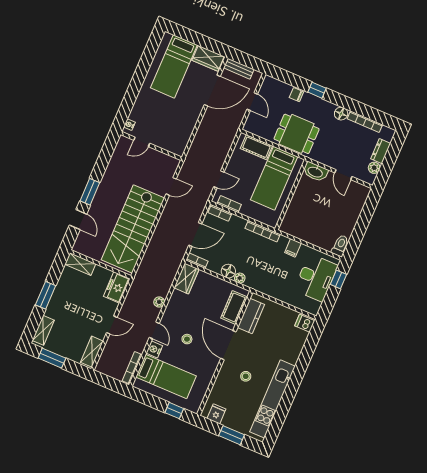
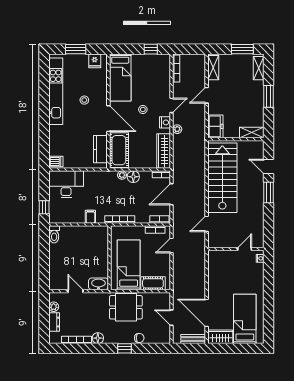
door: (212, 91) -> (207, 313), hinge flipped
desk: (316, 278) -> (66, 184), moved, turned 90
wardrobe: (186, 279) -> (164, 151), width x1.50
cot: (234, 307) -> (119, 150), width x1.37, depth x1.34
door: (154, 330) -> (172, 105), swing flipped
nightstand: (154, 349) -> (165, 122), moved
bed: (166, 377) -> (120, 77), moved, turned -90
window: (174, 411) -> (151, 49), moved

